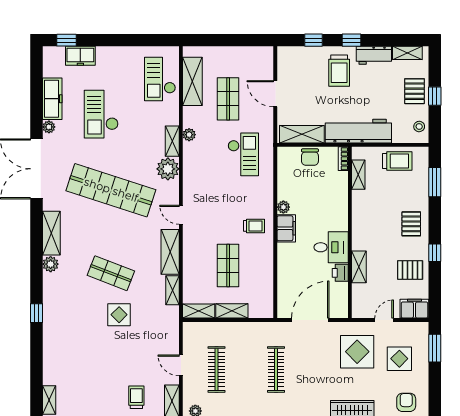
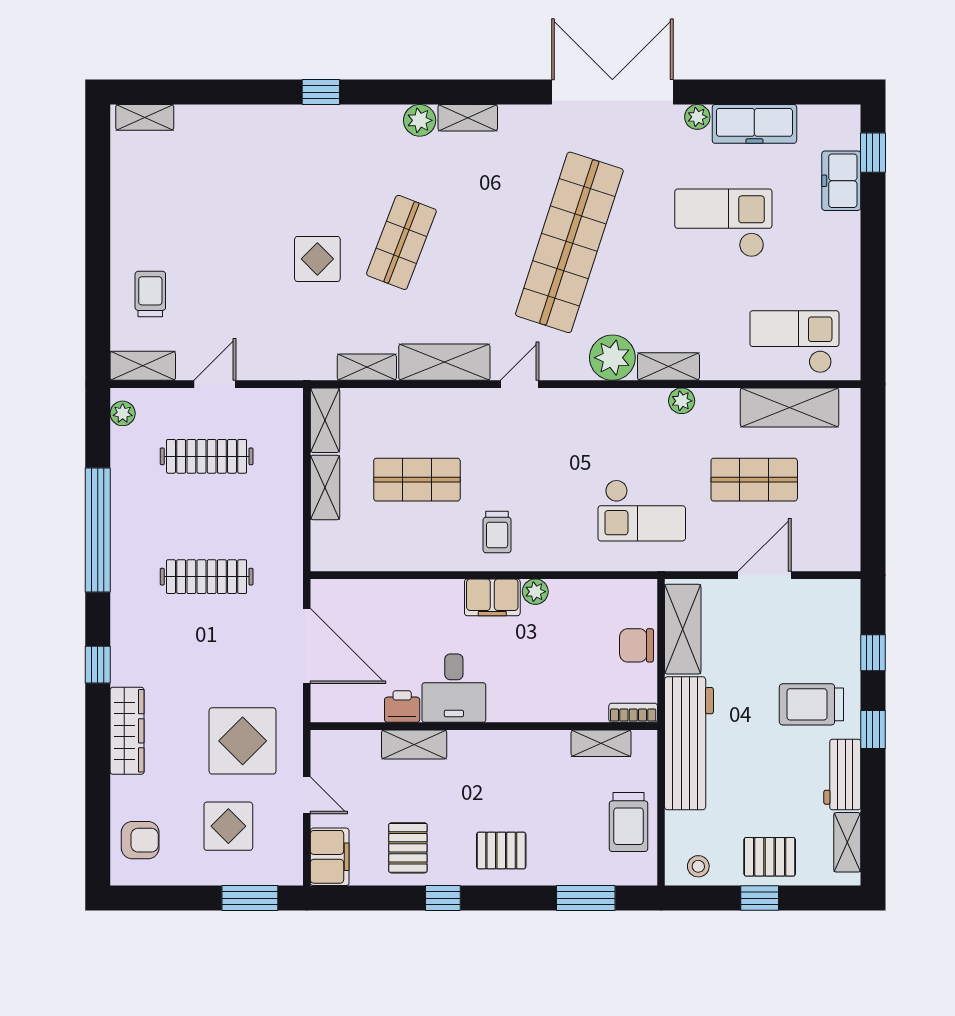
shelving: (51, 233) -> (468, 118), width x0.67, depth x0.75
trolley: (136, 397) -> (150, 294), turned -90

